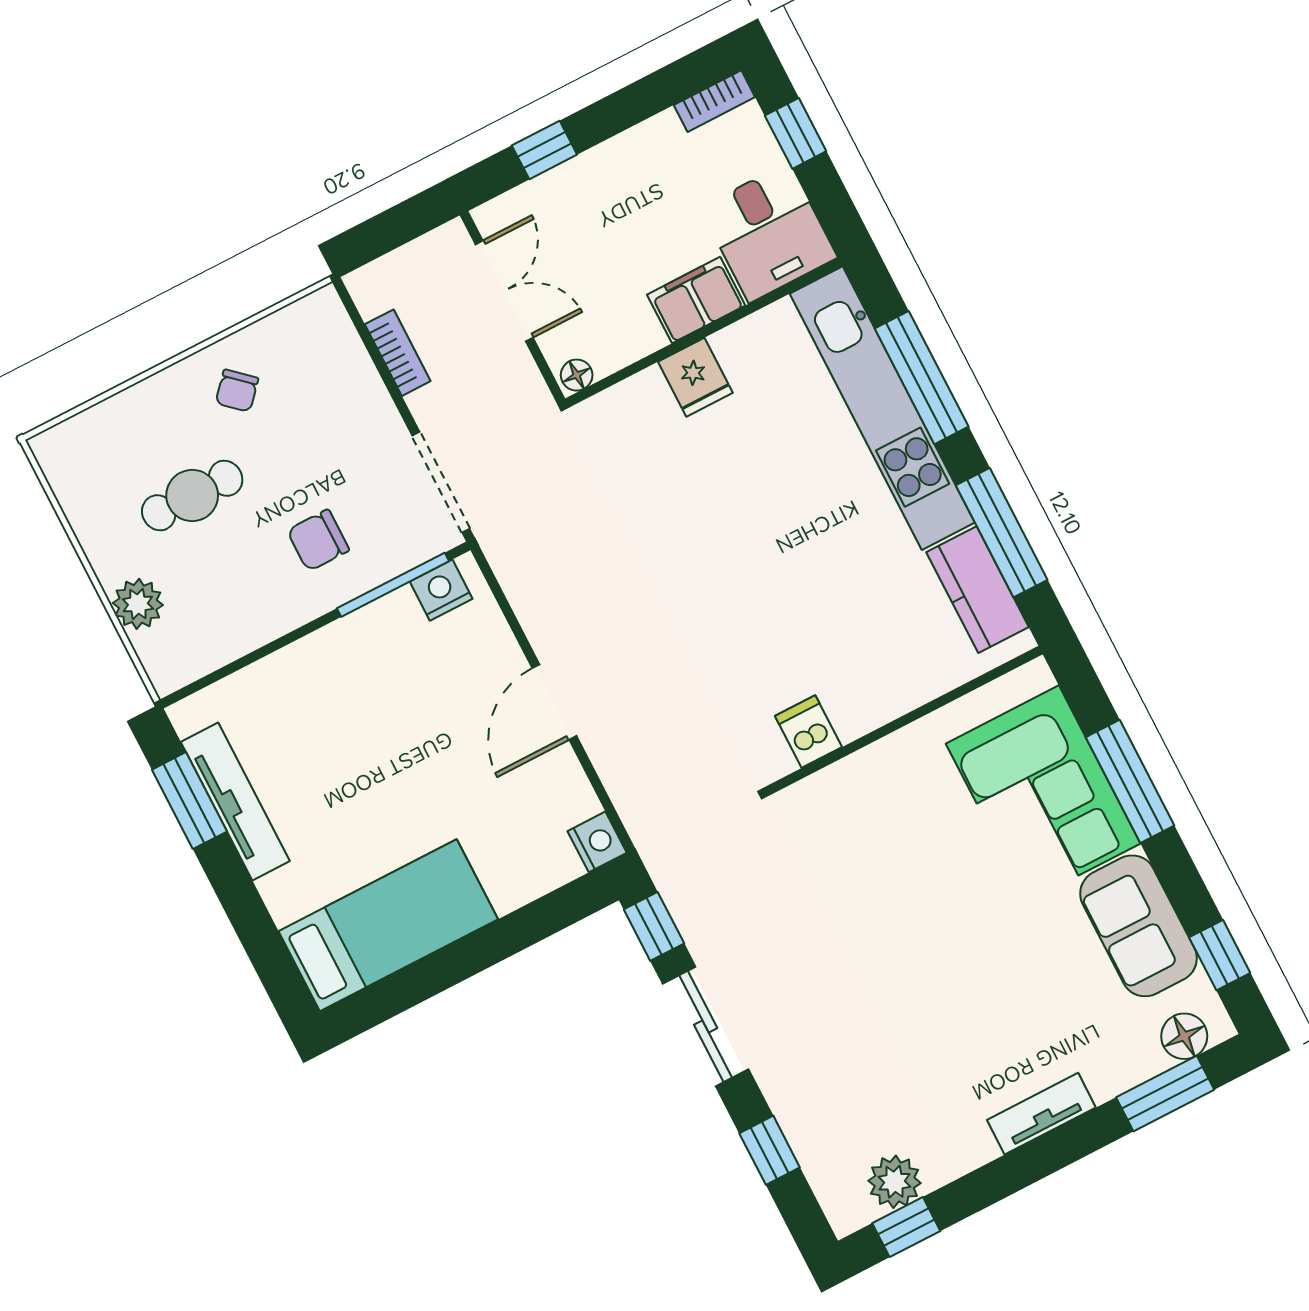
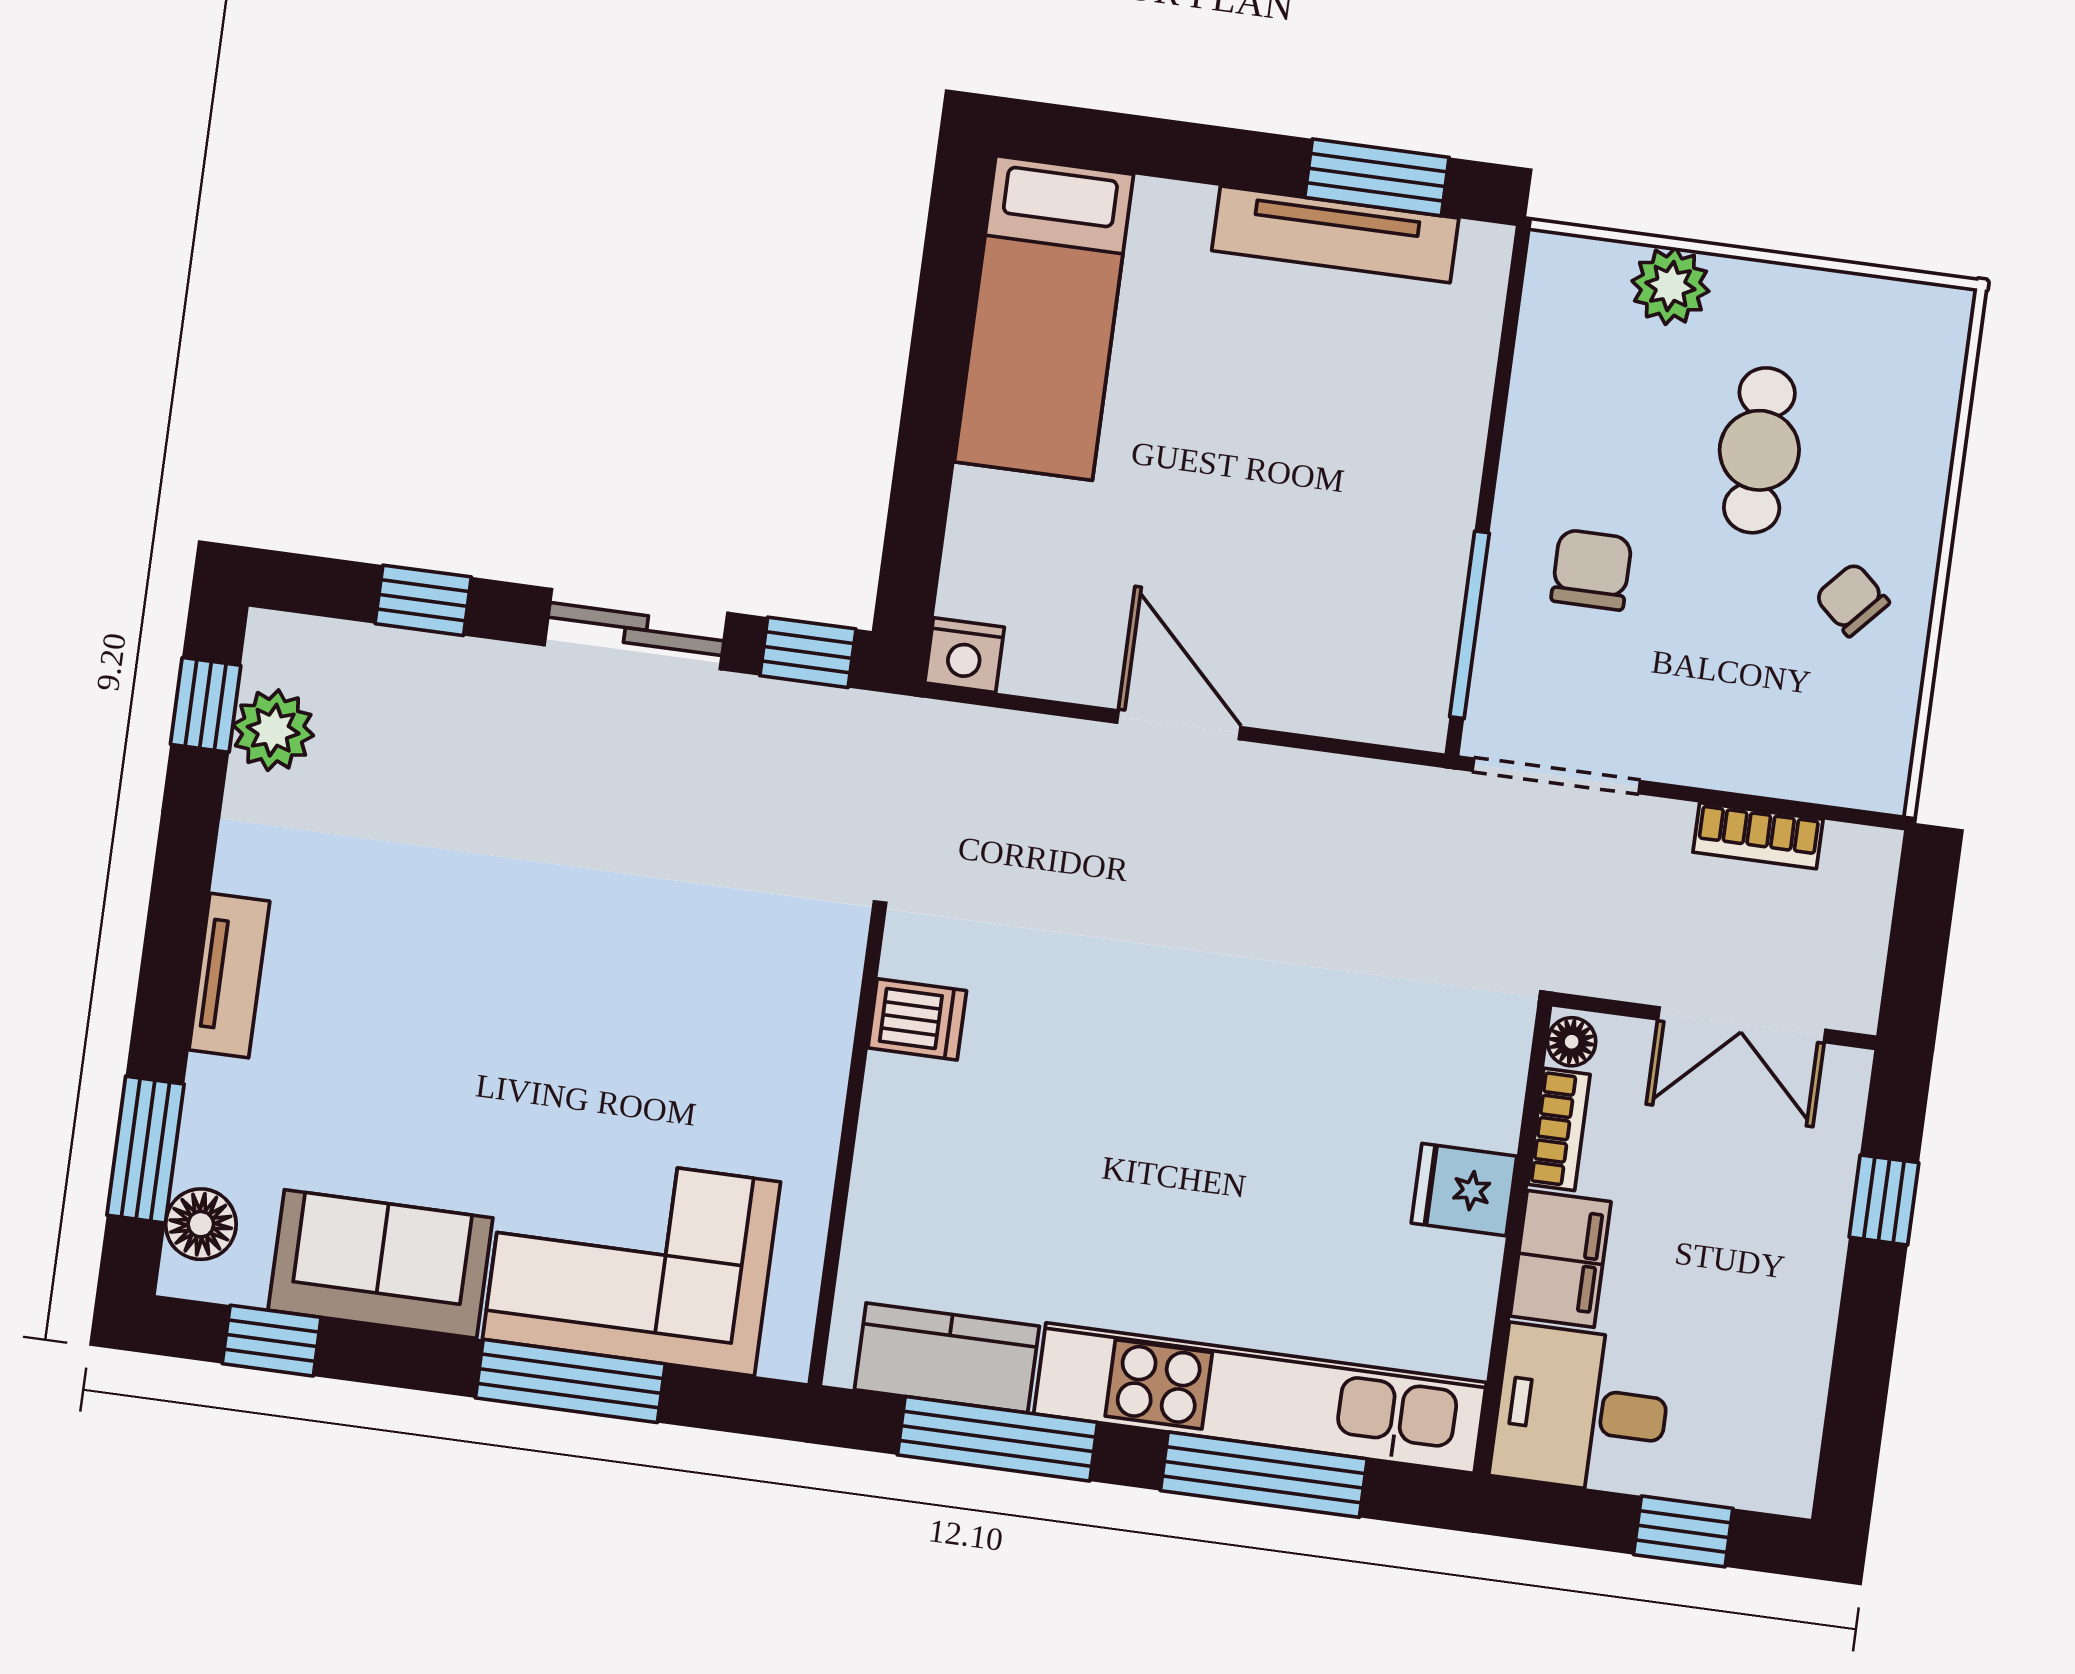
bookcase: (714, 101) -> (1559, 1129), moved, turned 180
nightstand: (441, 590) -> (1420, 681), removed

